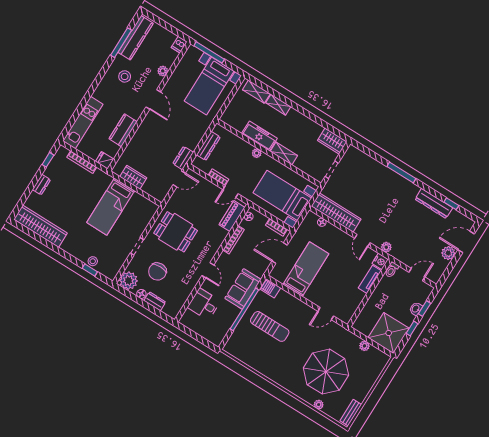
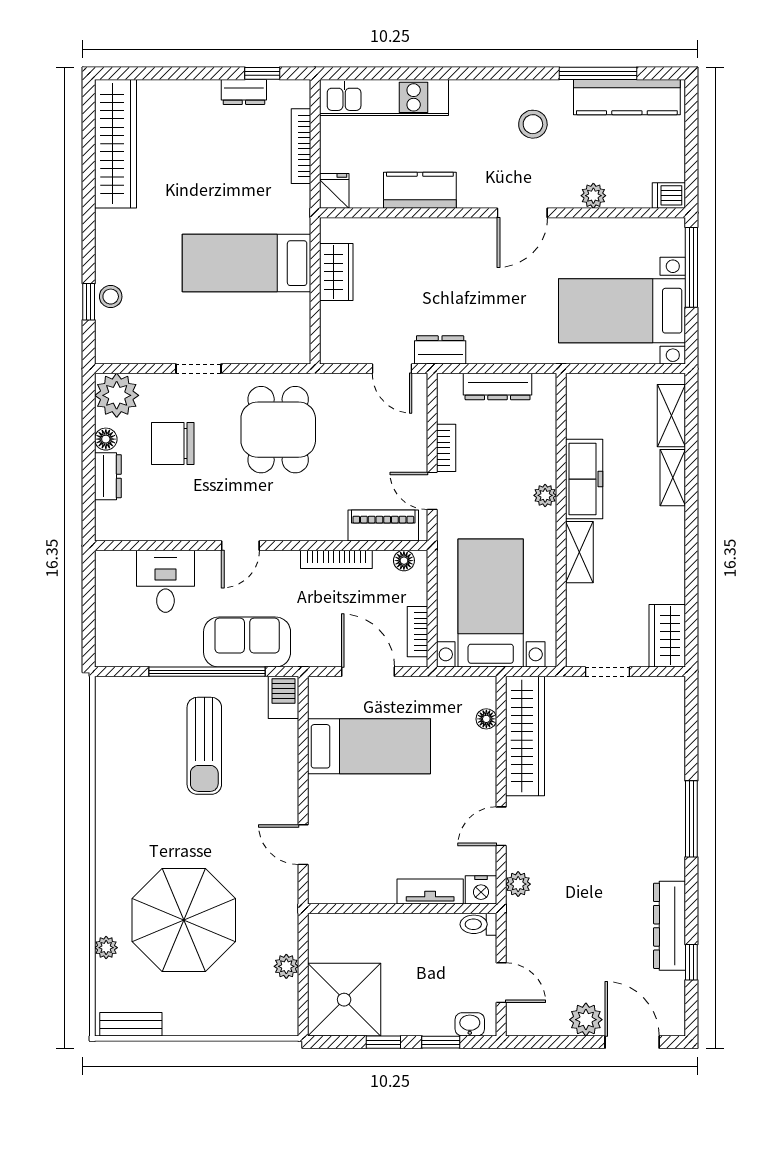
dresser: (41, 185) -> (244, 92), moved
washbasin: (416, 309) -> (470, 1024), moved

